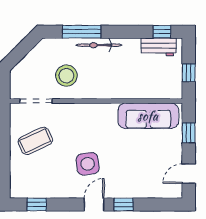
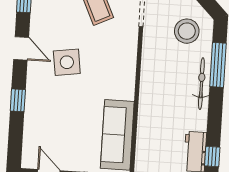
stool: (66, 76) -> (187, 31), moved
door: (94, 204) -> (21, 48), moved

